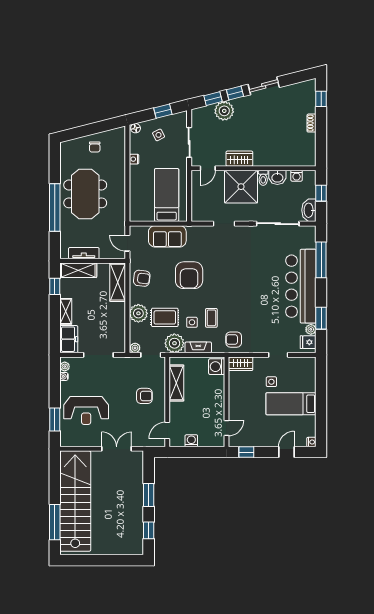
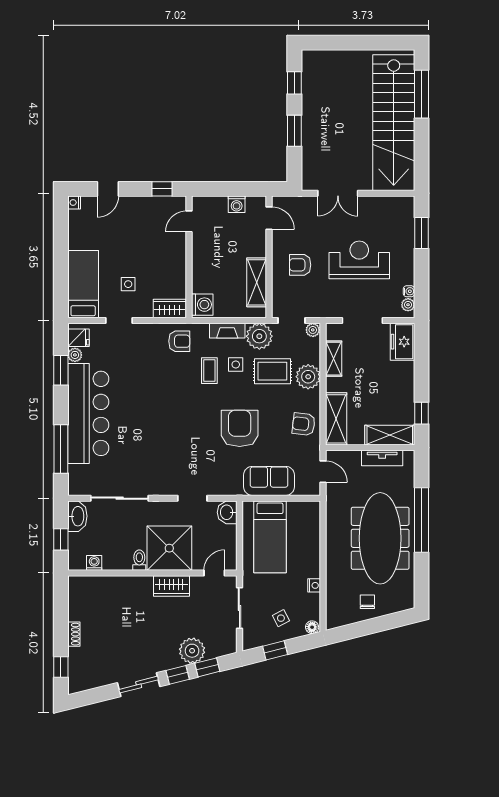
washbasin: (277, 177) -> (227, 512), moved, turned -90
meeting table: (85, 194) -> (380, 538), width x1.36
shelving: (66, 311) -> (334, 359), moved
bed: (291, 404) -> (83, 284), moved, turned -90
reception desk: (86, 411) -> (359, 260), moved
door: (167, 431) -> (269, 218), hinge flipped

